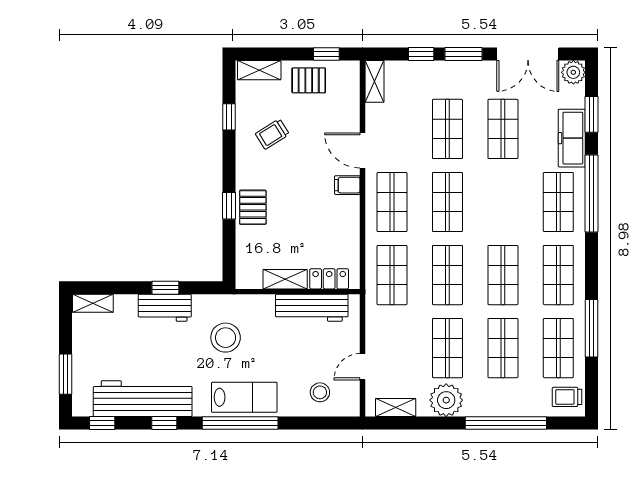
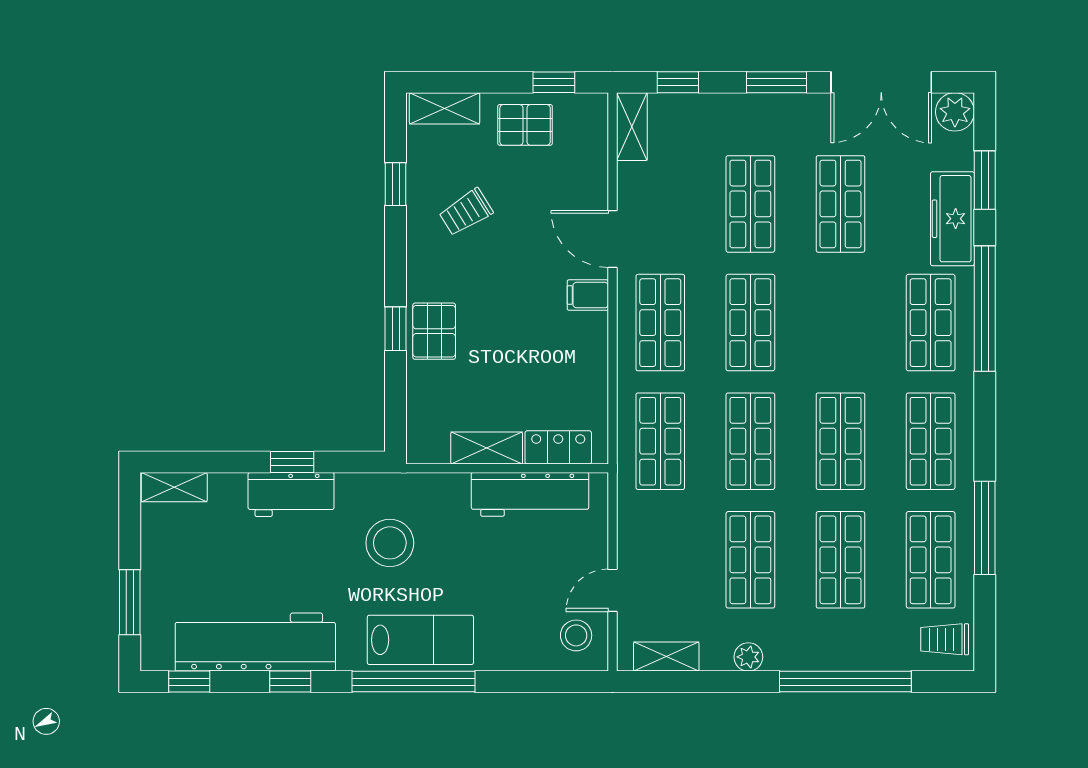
window: (421, 54) -> (678, 82), moved
stool: (320, 392) -> (576, 635), moved
plant: (446, 400) -> (748, 657), width x0.53, depth x0.53

